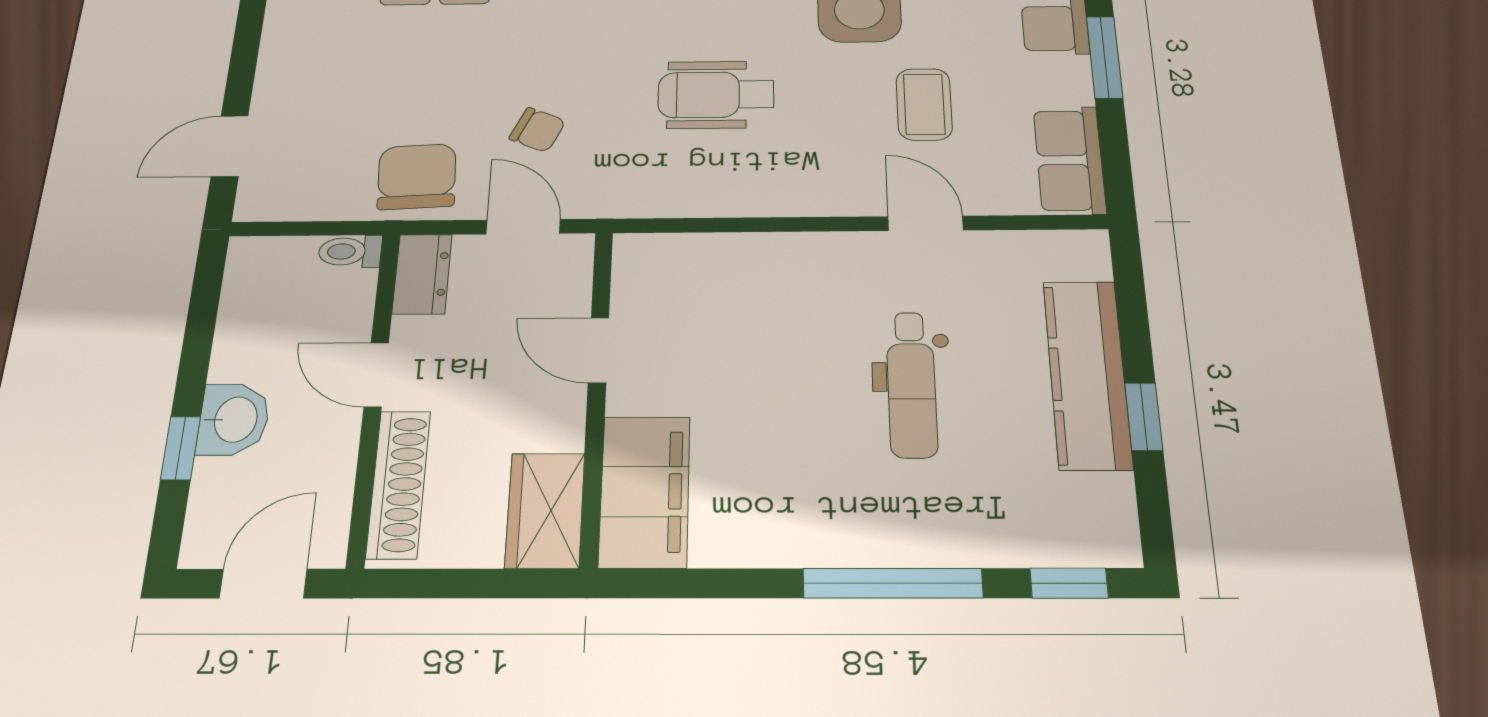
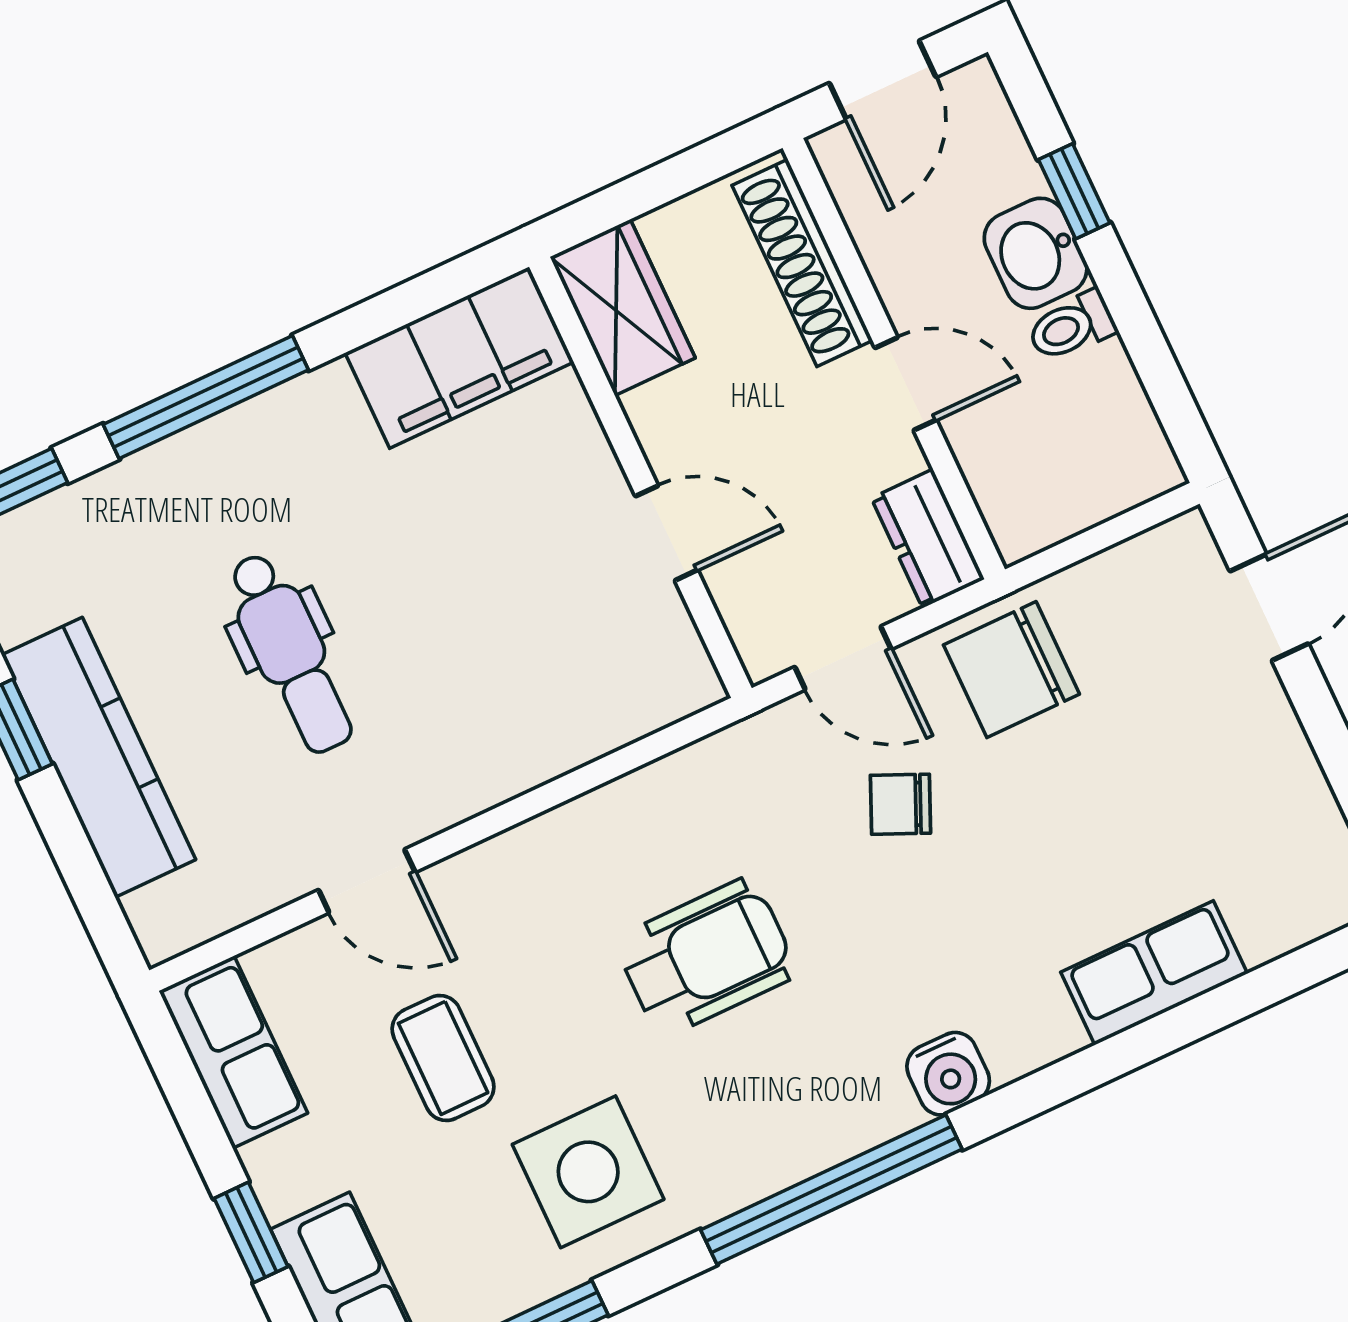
window: (1104, 57) -> (251, 1232), width x0.67
chair: (417, 176) -> (1011, 670), turned 93
toilet: (350, 251) -> (1071, 326), moved, turned 180
dental chair: (912, 384) -> (290, 653), turned 180
filing cabinet: (645, 491) -> (459, 357), moved, turned -90

